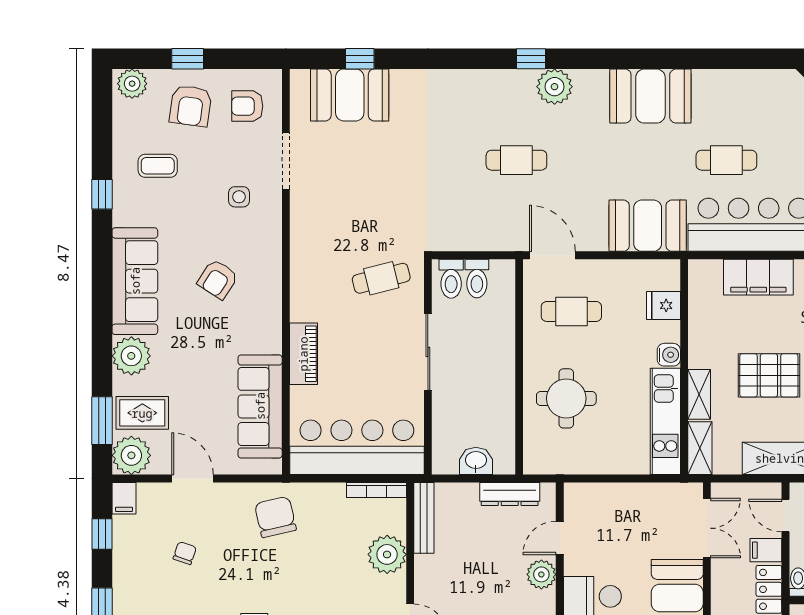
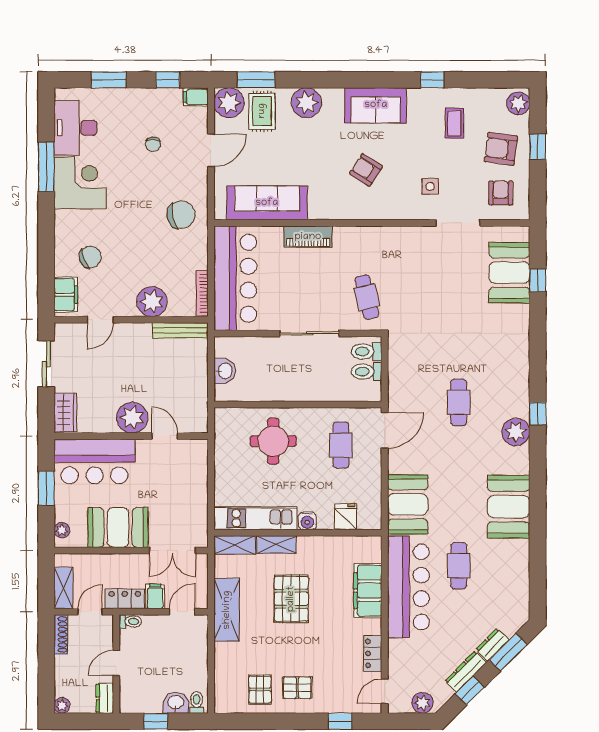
sofa: (135, 281) -> (376, 105), width x0.73
dresser: (510, 494) -> (199, 397), removed
chair: (185, 553) -> (153, 144), turned 71
plant: (541, 574) -> (132, 418), width x1.36, depth x1.36

